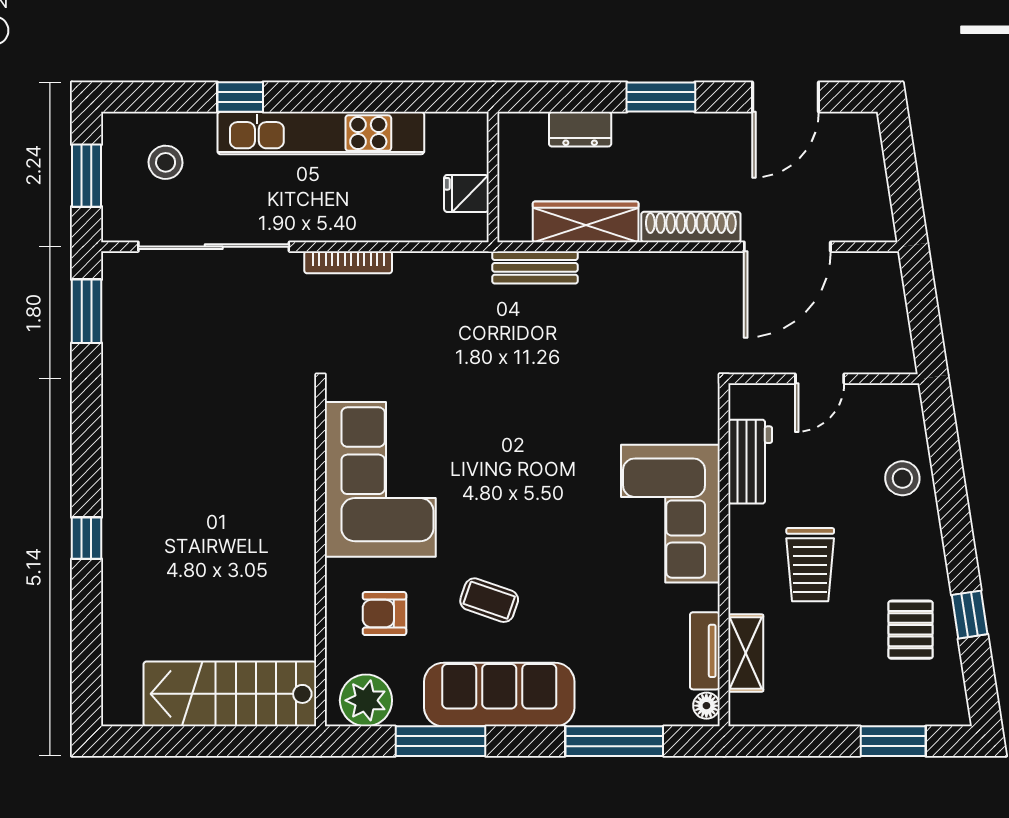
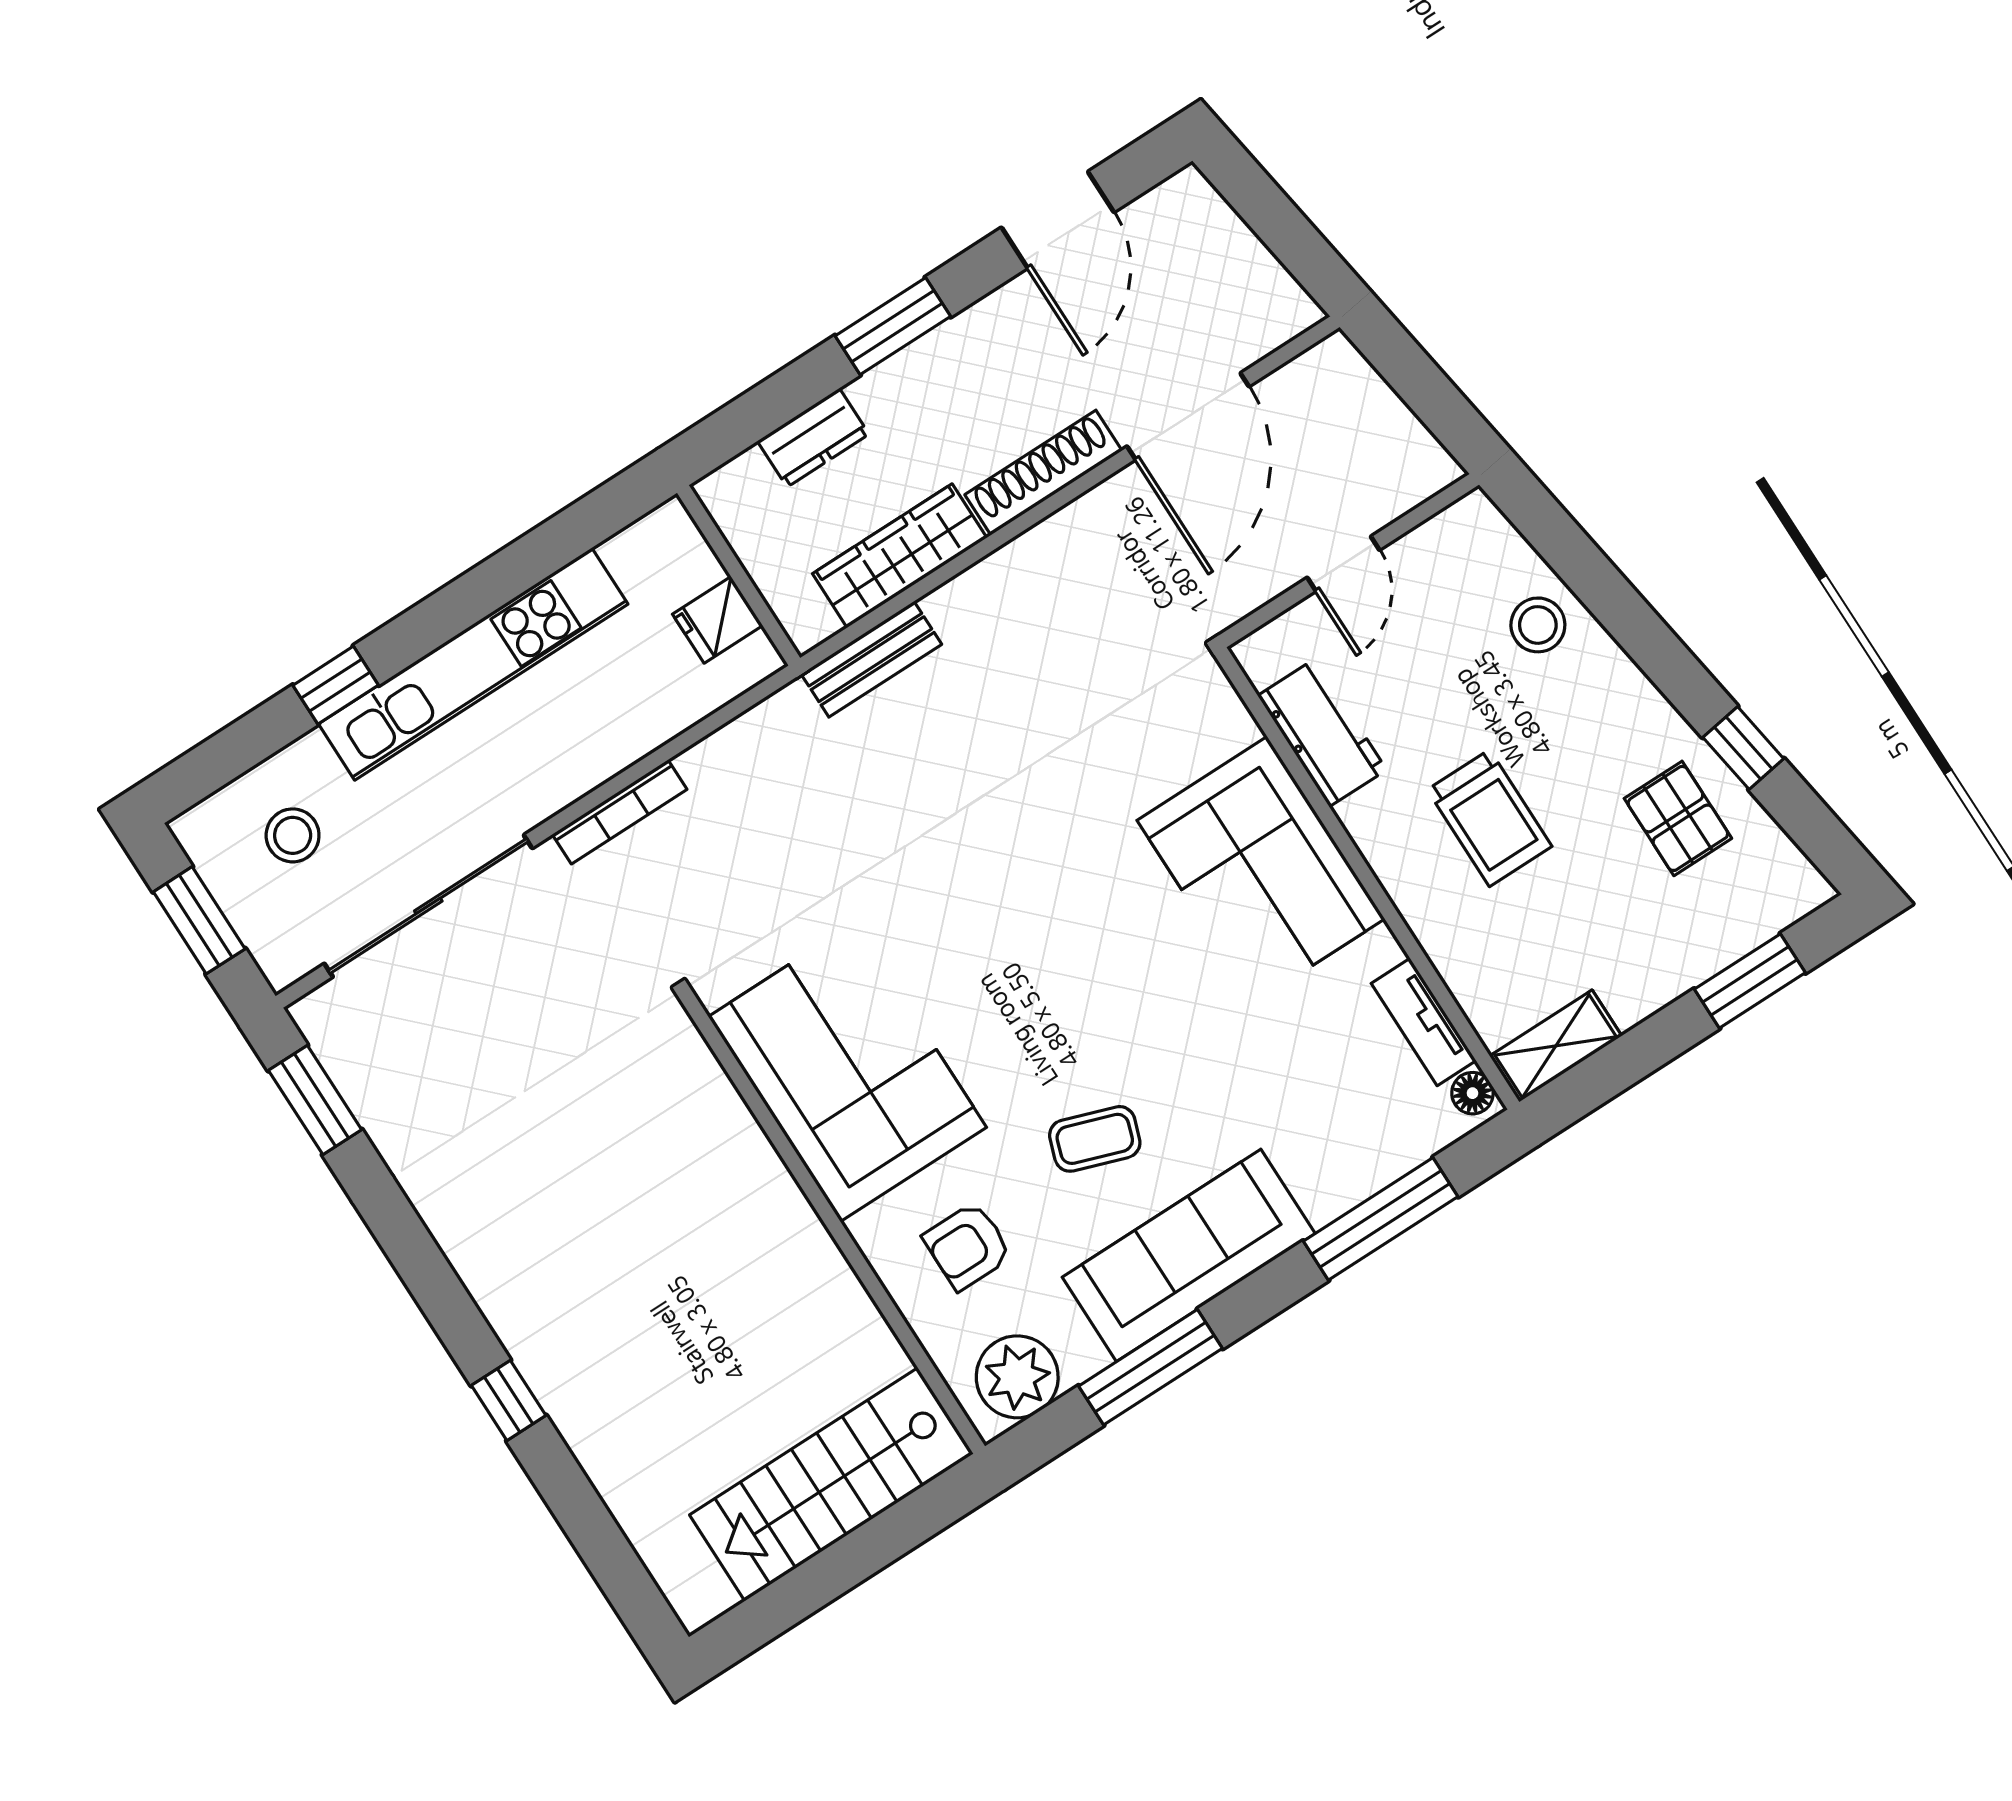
shelving: (746, 653) -> (1556, 1046), moved, turned 90

